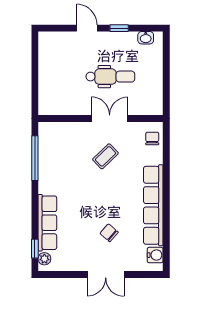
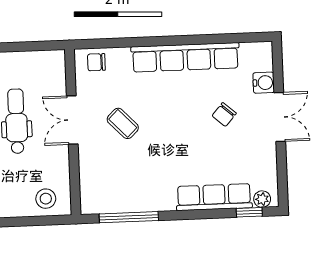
stool: (51, 96) -> (46, 199), added
water cooler: (155, 255) -> (264, 83), moved, turned 90

